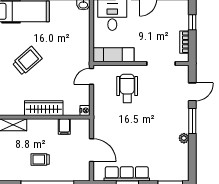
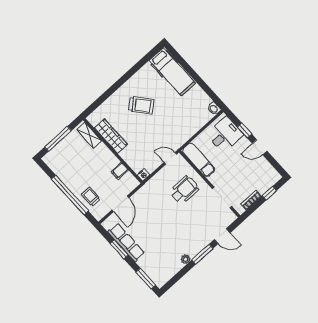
wardrobe: (44, 108) -> (111, 136), moved
trolley: (40, 159) -> (91, 197), moved

